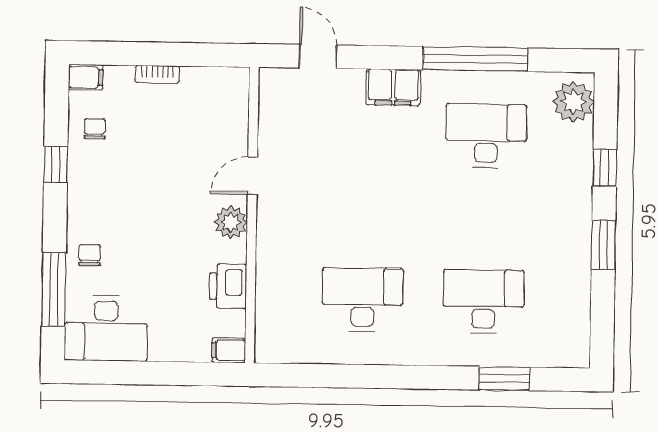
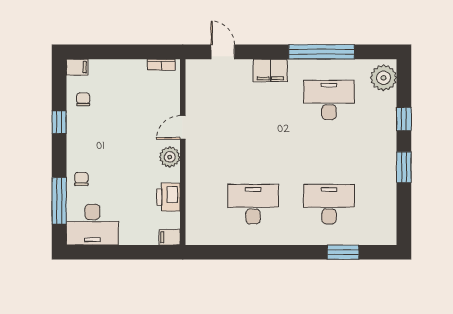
bookcase: (157, 74) -> (161, 65), moved

